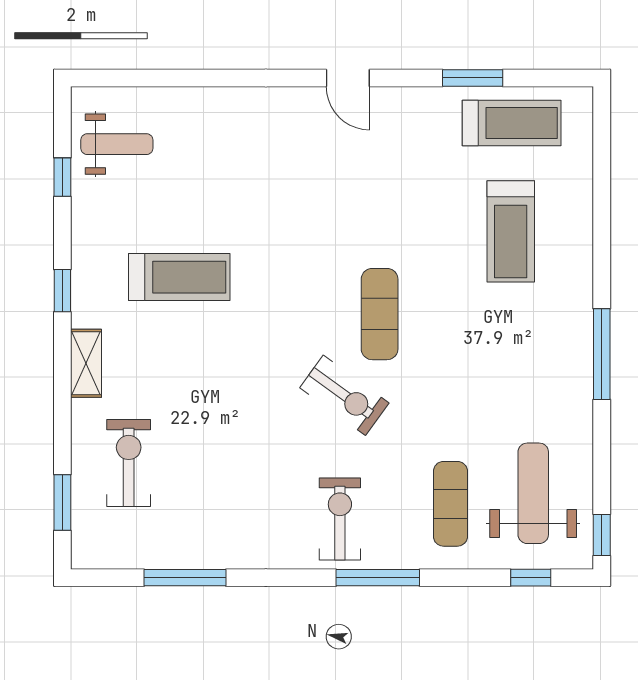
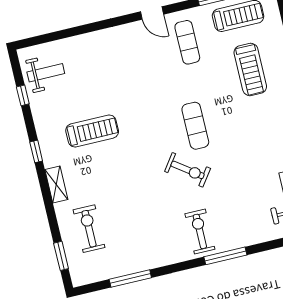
exercise mat: (450, 504) -> (187, 42), moved

